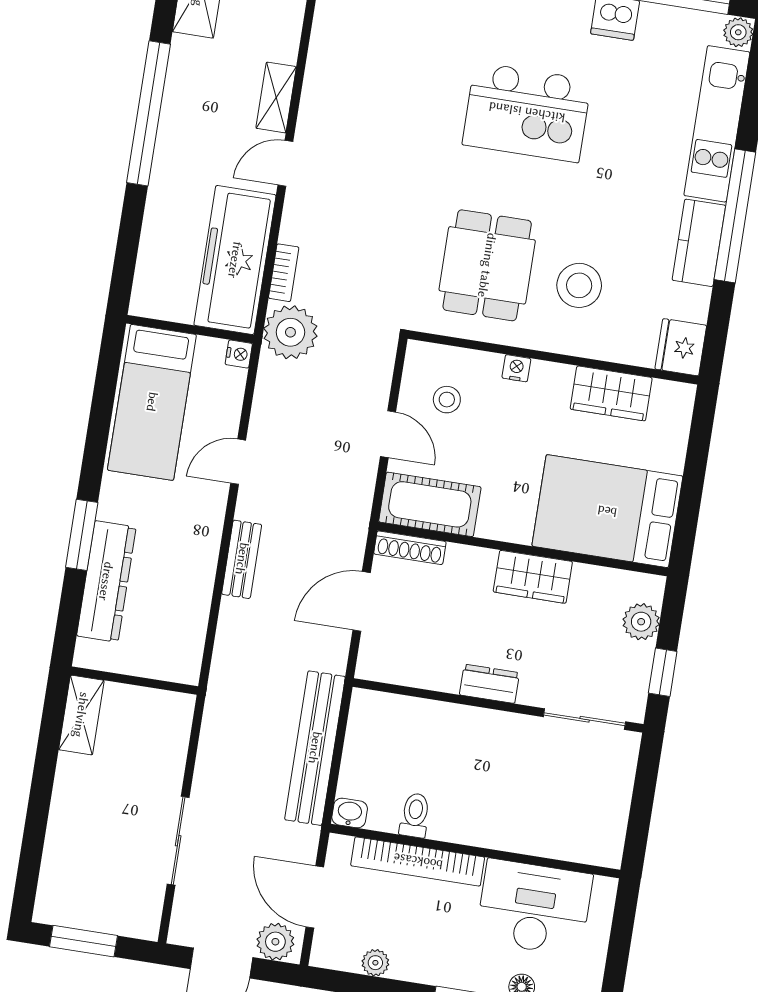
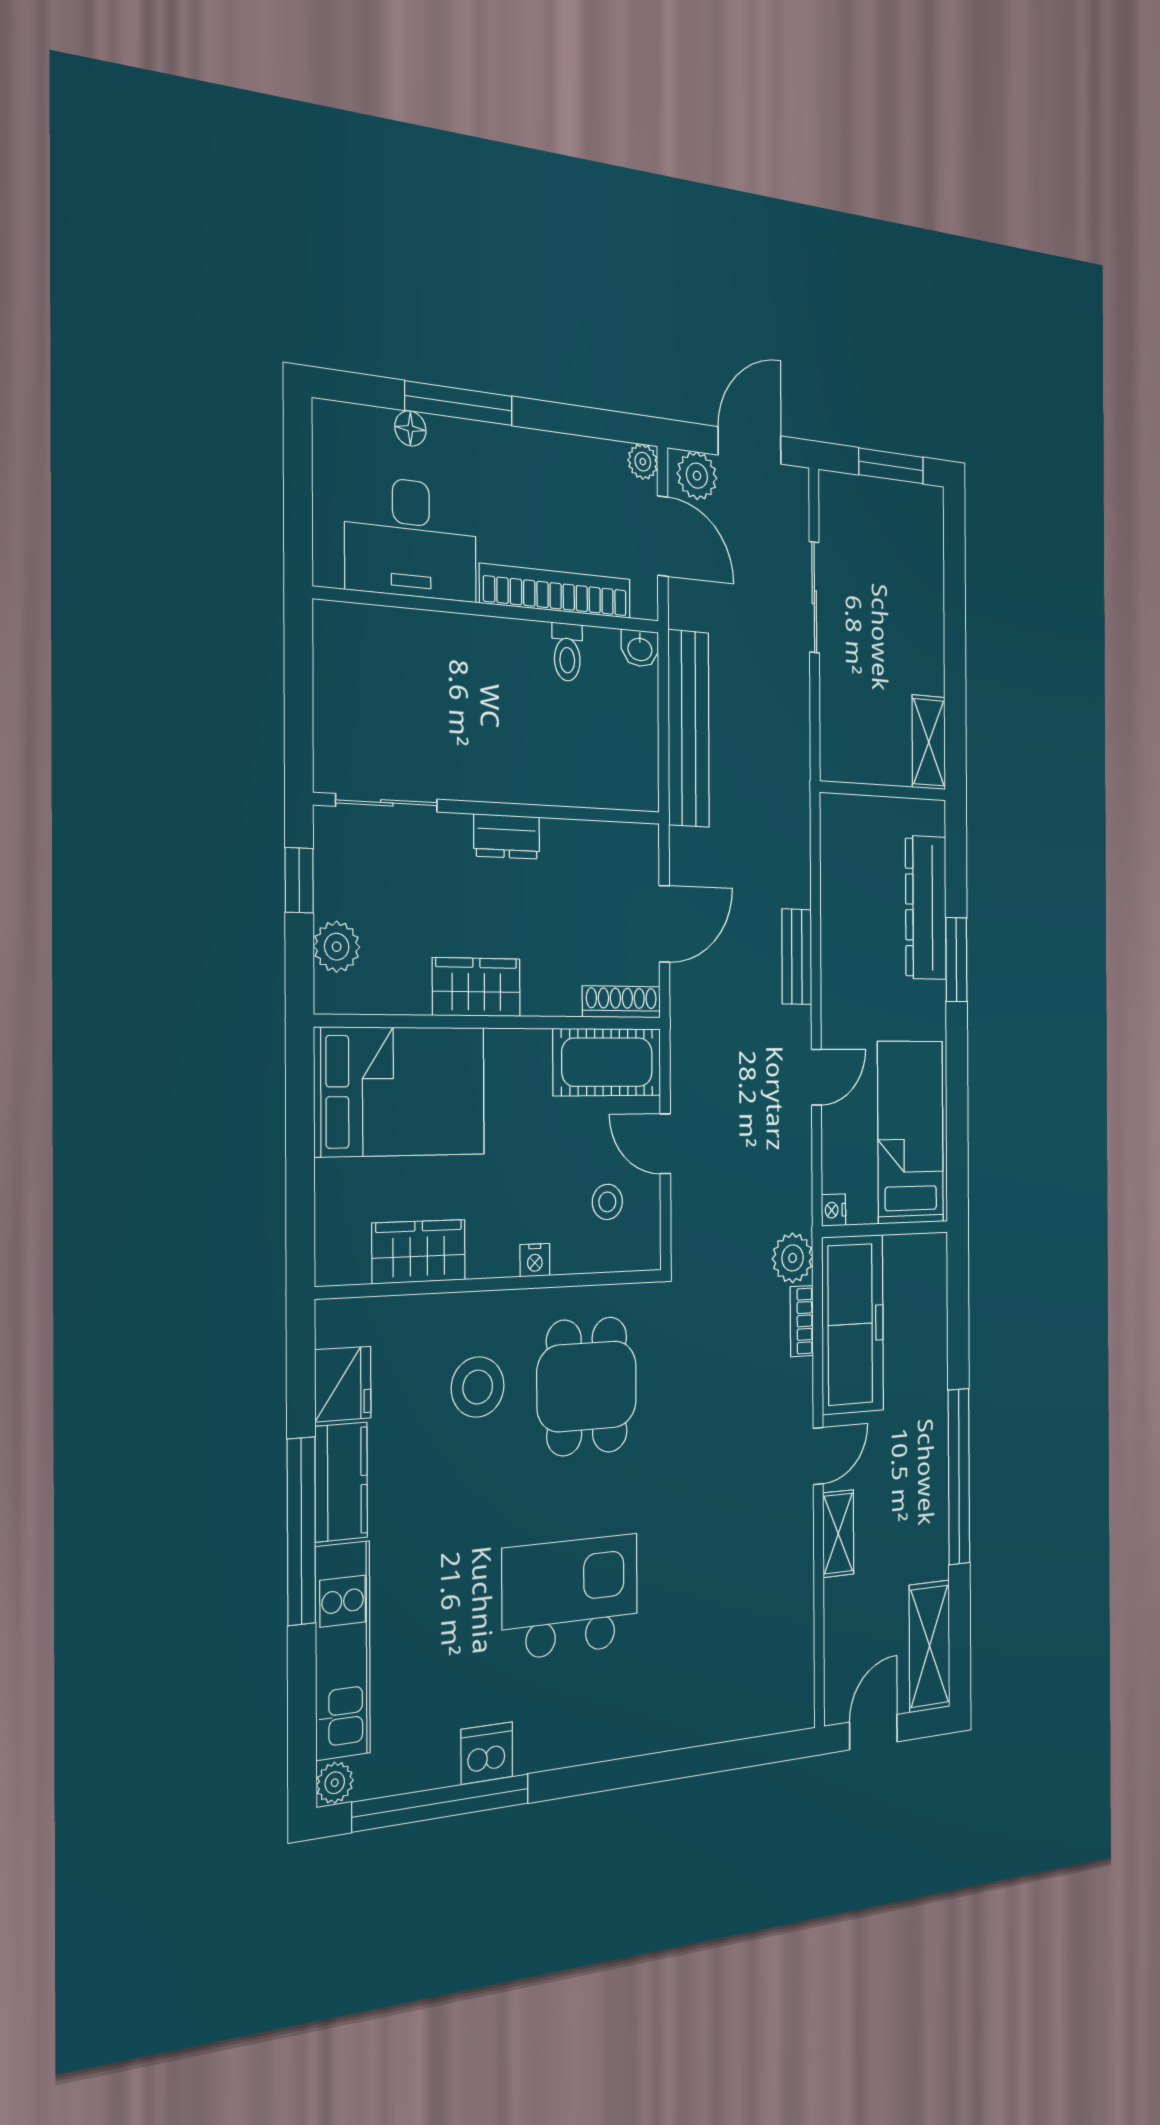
plant: (290, 332) -> (793, 1258), width x0.73, depth x0.73
fridge: (681, 347) -> (343, 1384), moved
plant: (375, 963) -> (643, 462), moved

